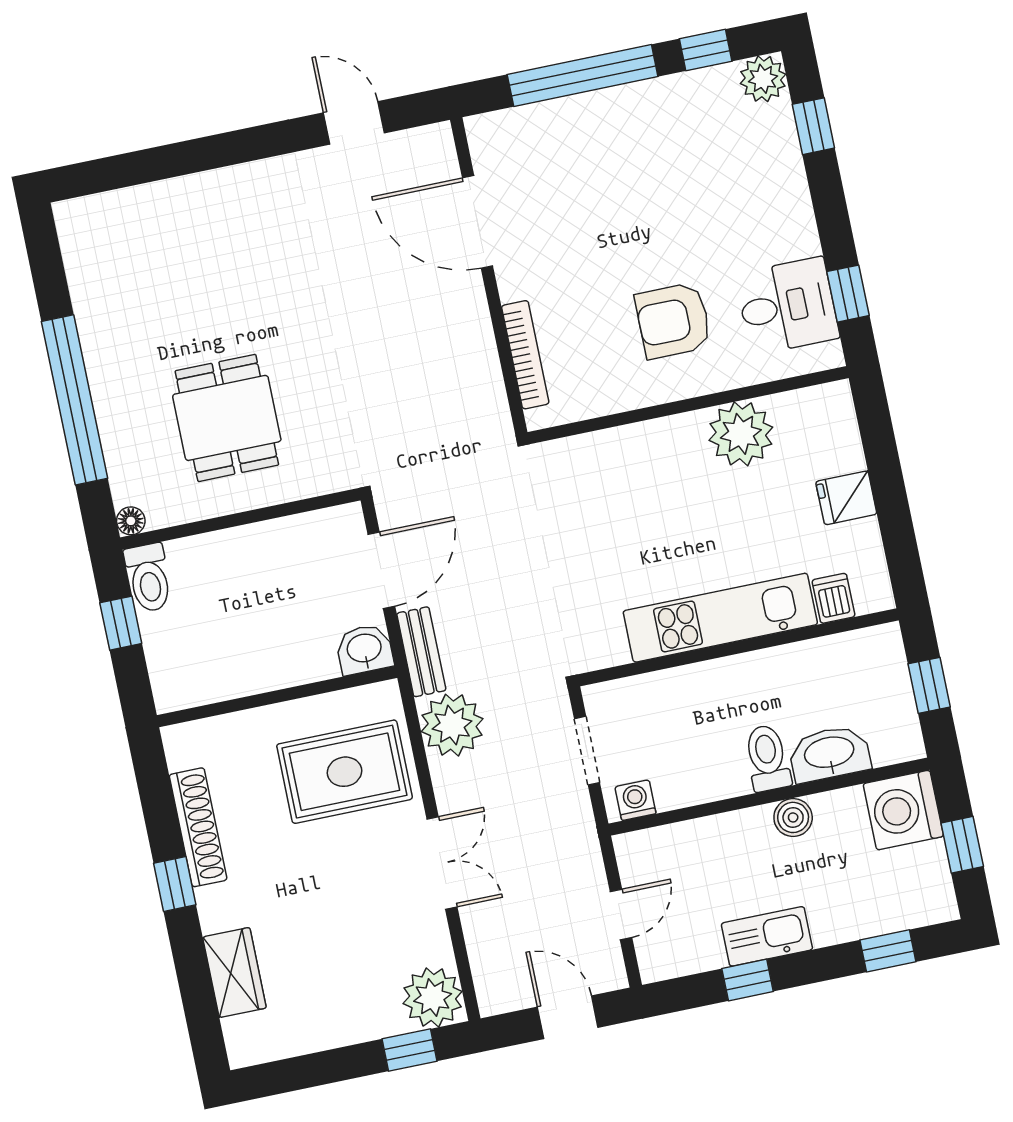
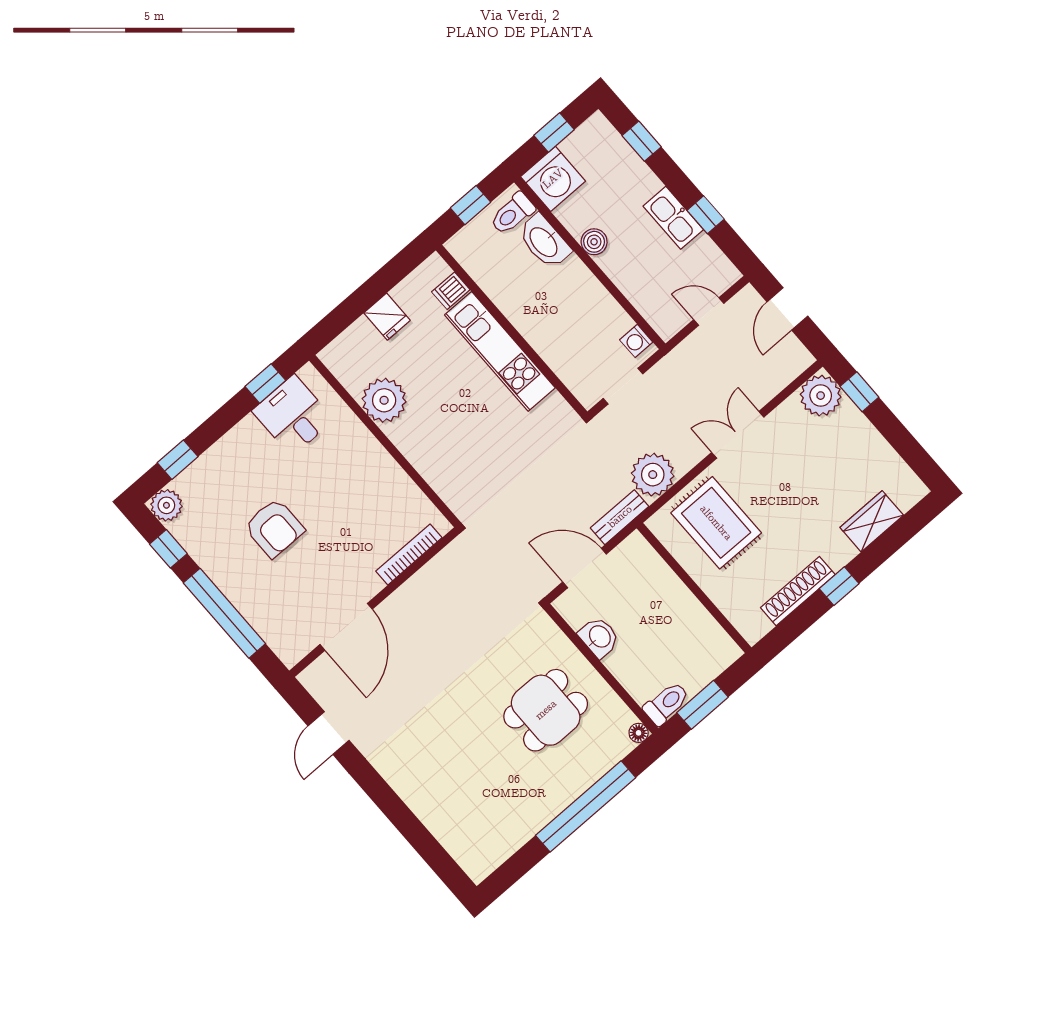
armchair: (673, 321) -> (274, 528), moved
window: (121, 623) -> (702, 705), width x1.50
washbasin: (364, 649) -> (599, 637), moved, turned 180
toilet: (767, 758) -> (512, 214), moved

